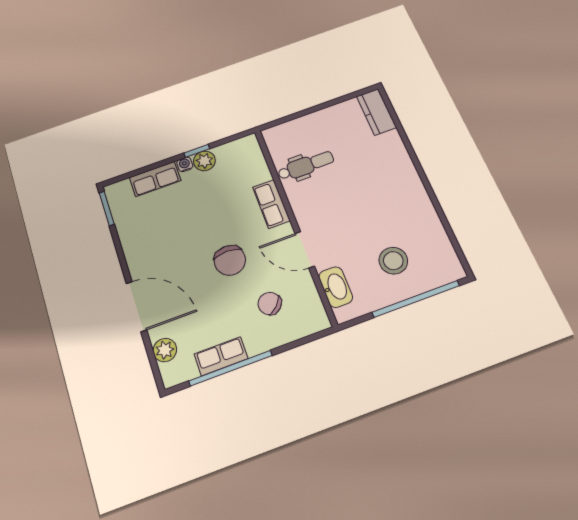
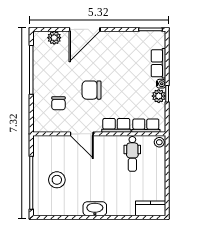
stool: (273, 135) -> (159, 142), added
door: (305, 250) -> (82, 134), swing flipped
washbasin: (336, 287) -> (95, 209), moved, turned 180
chair: (270, 303) -> (58, 103), turned 135
row of seats: (221, 356) -> (146, 126), moved, turned -90

